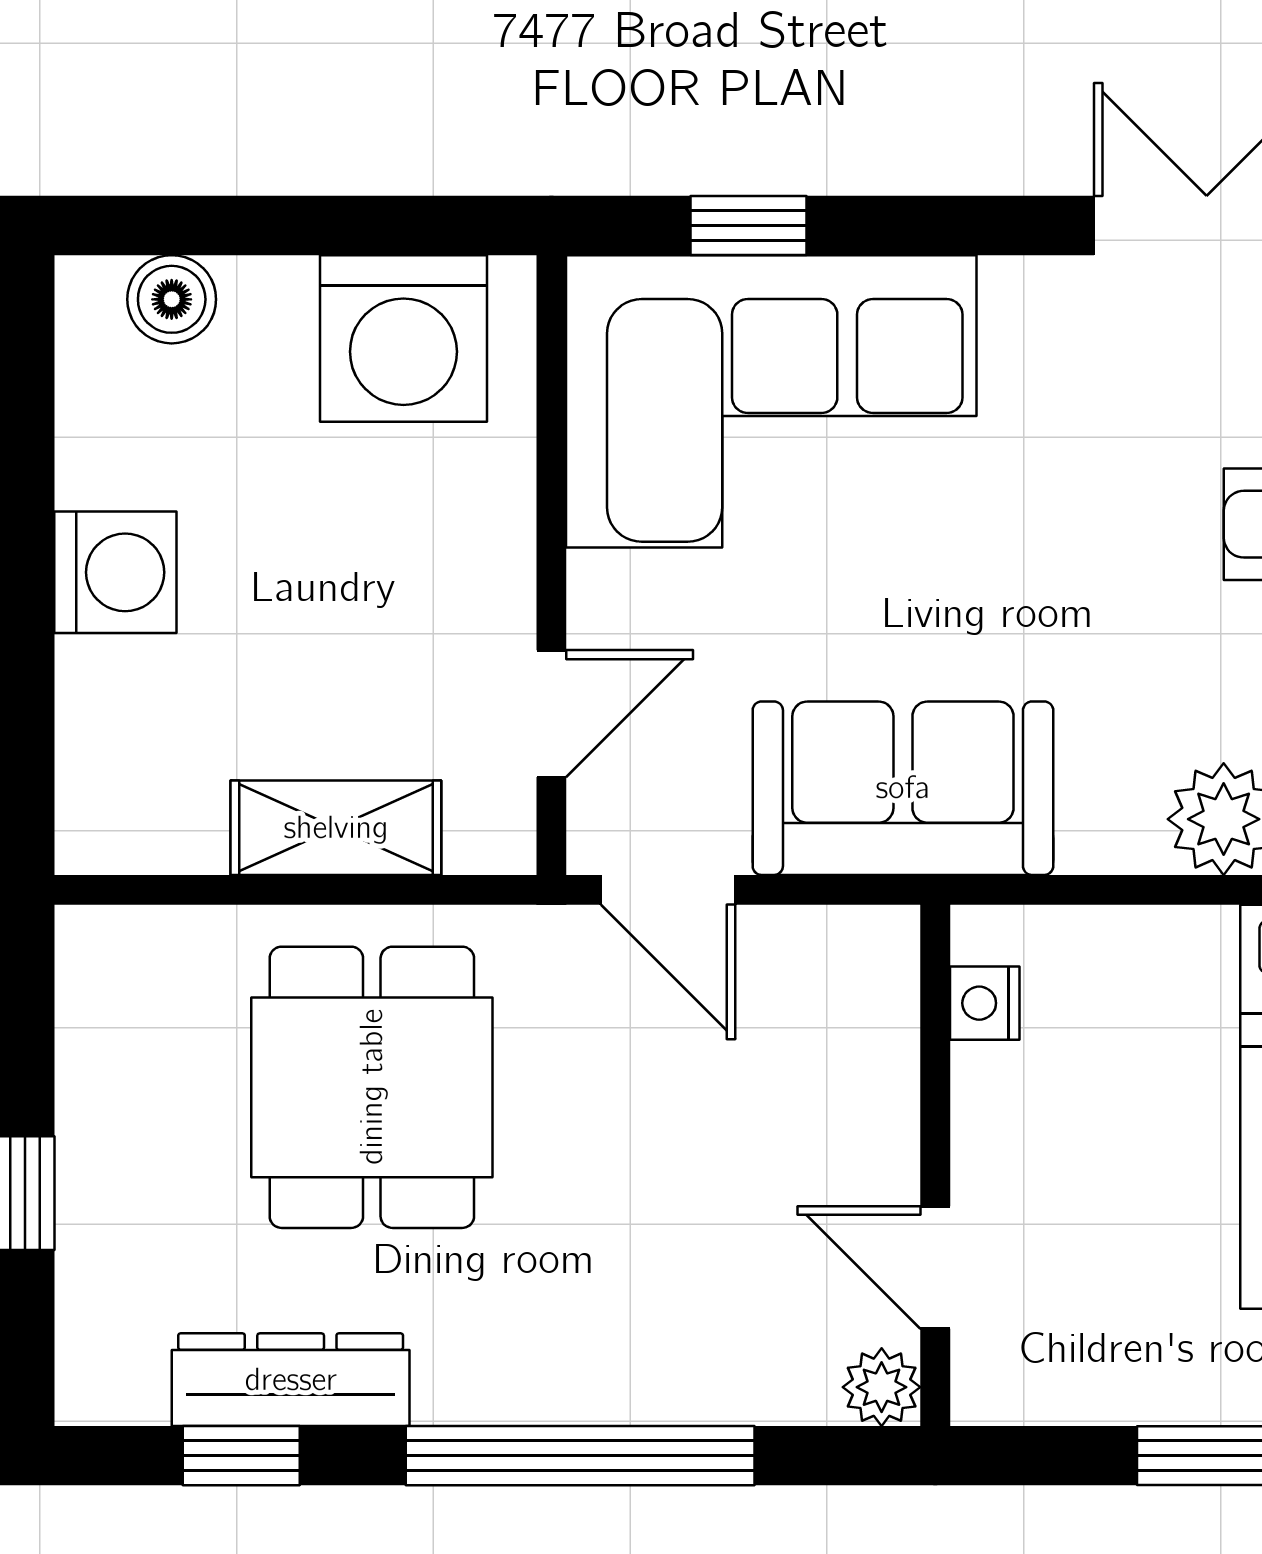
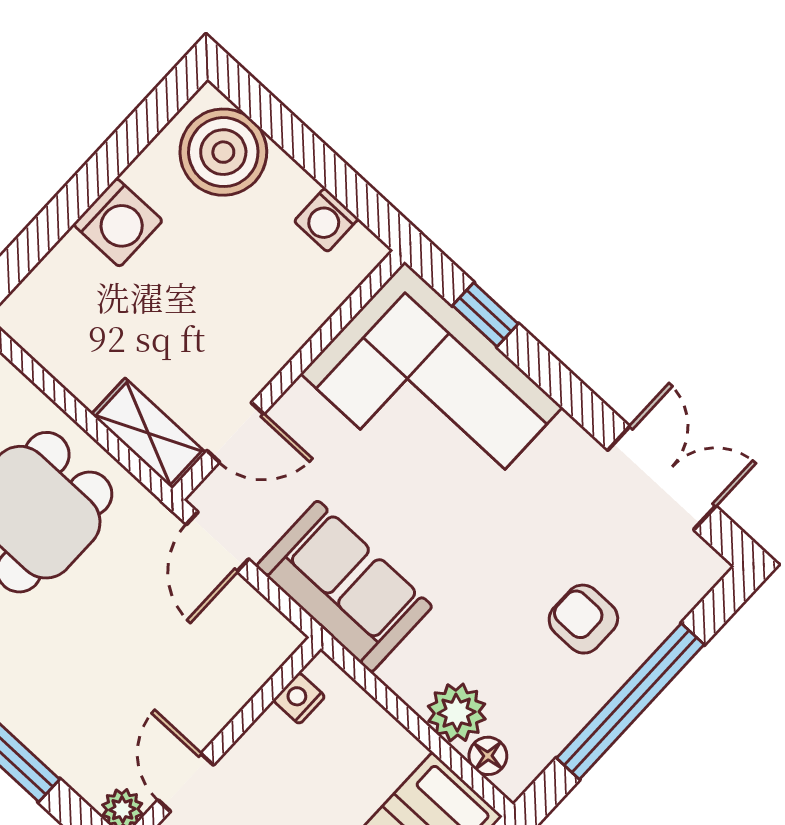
boiler: (172, 299) -> (223, 152), width x1.86, depth x1.86
washing machine: (403, 338) -> (326, 220), width x0.53, depth x0.53
shelving: (336, 828) -> (149, 433), moved

